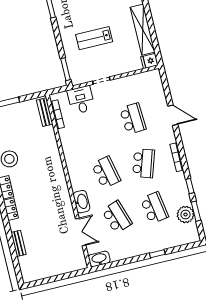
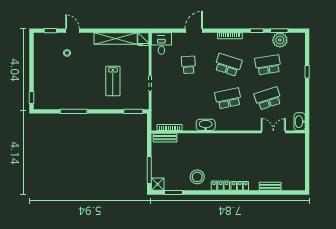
desk: (81, 100) -> (161, 43), moved, turned 90
school desk: (133, 119) -> (188, 65), width x0.54
washbasin: (82, 202) -> (206, 125), moved

